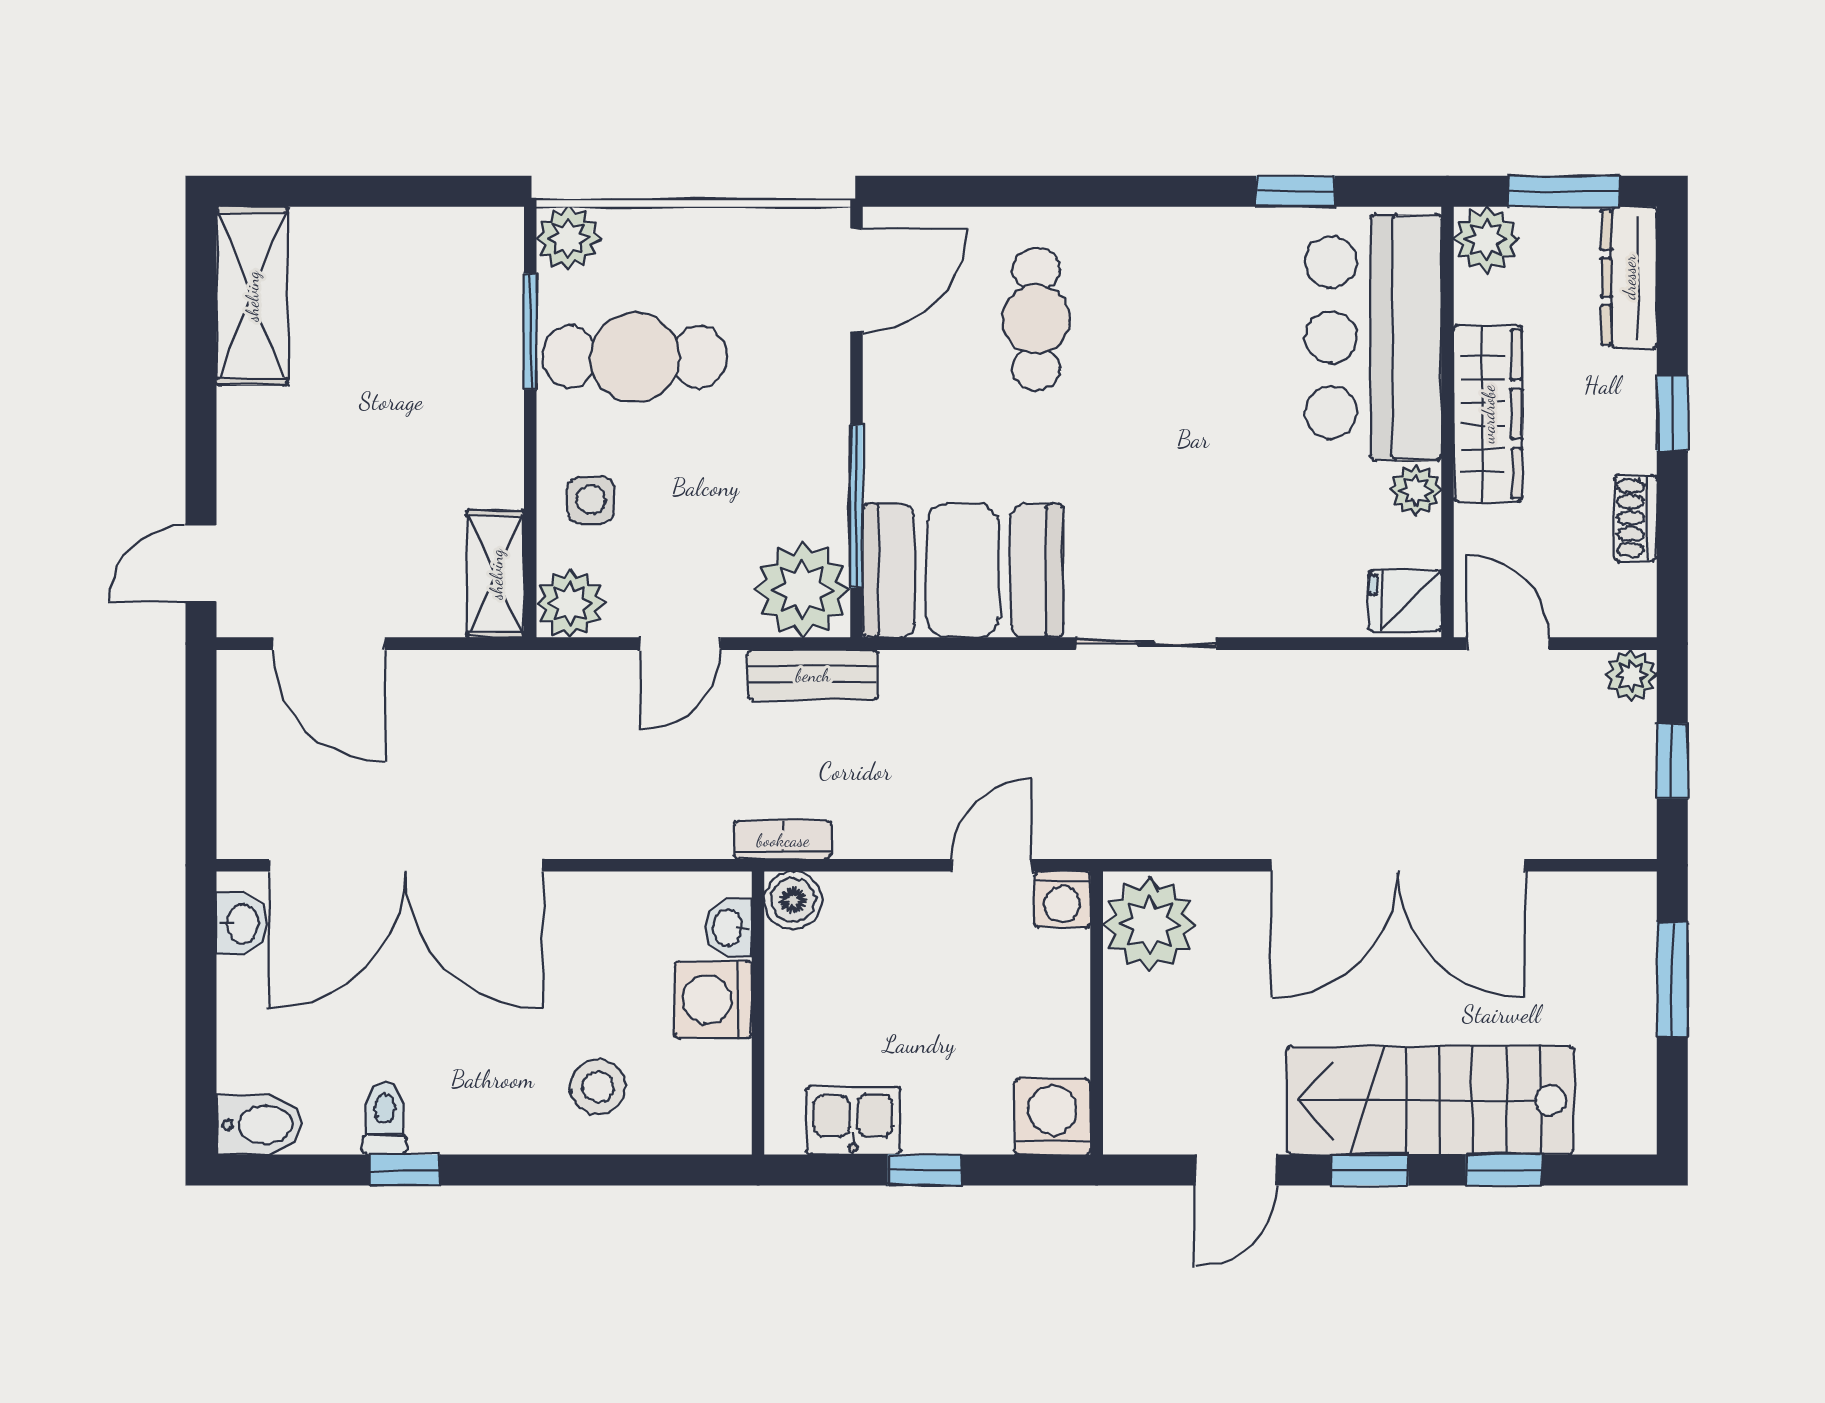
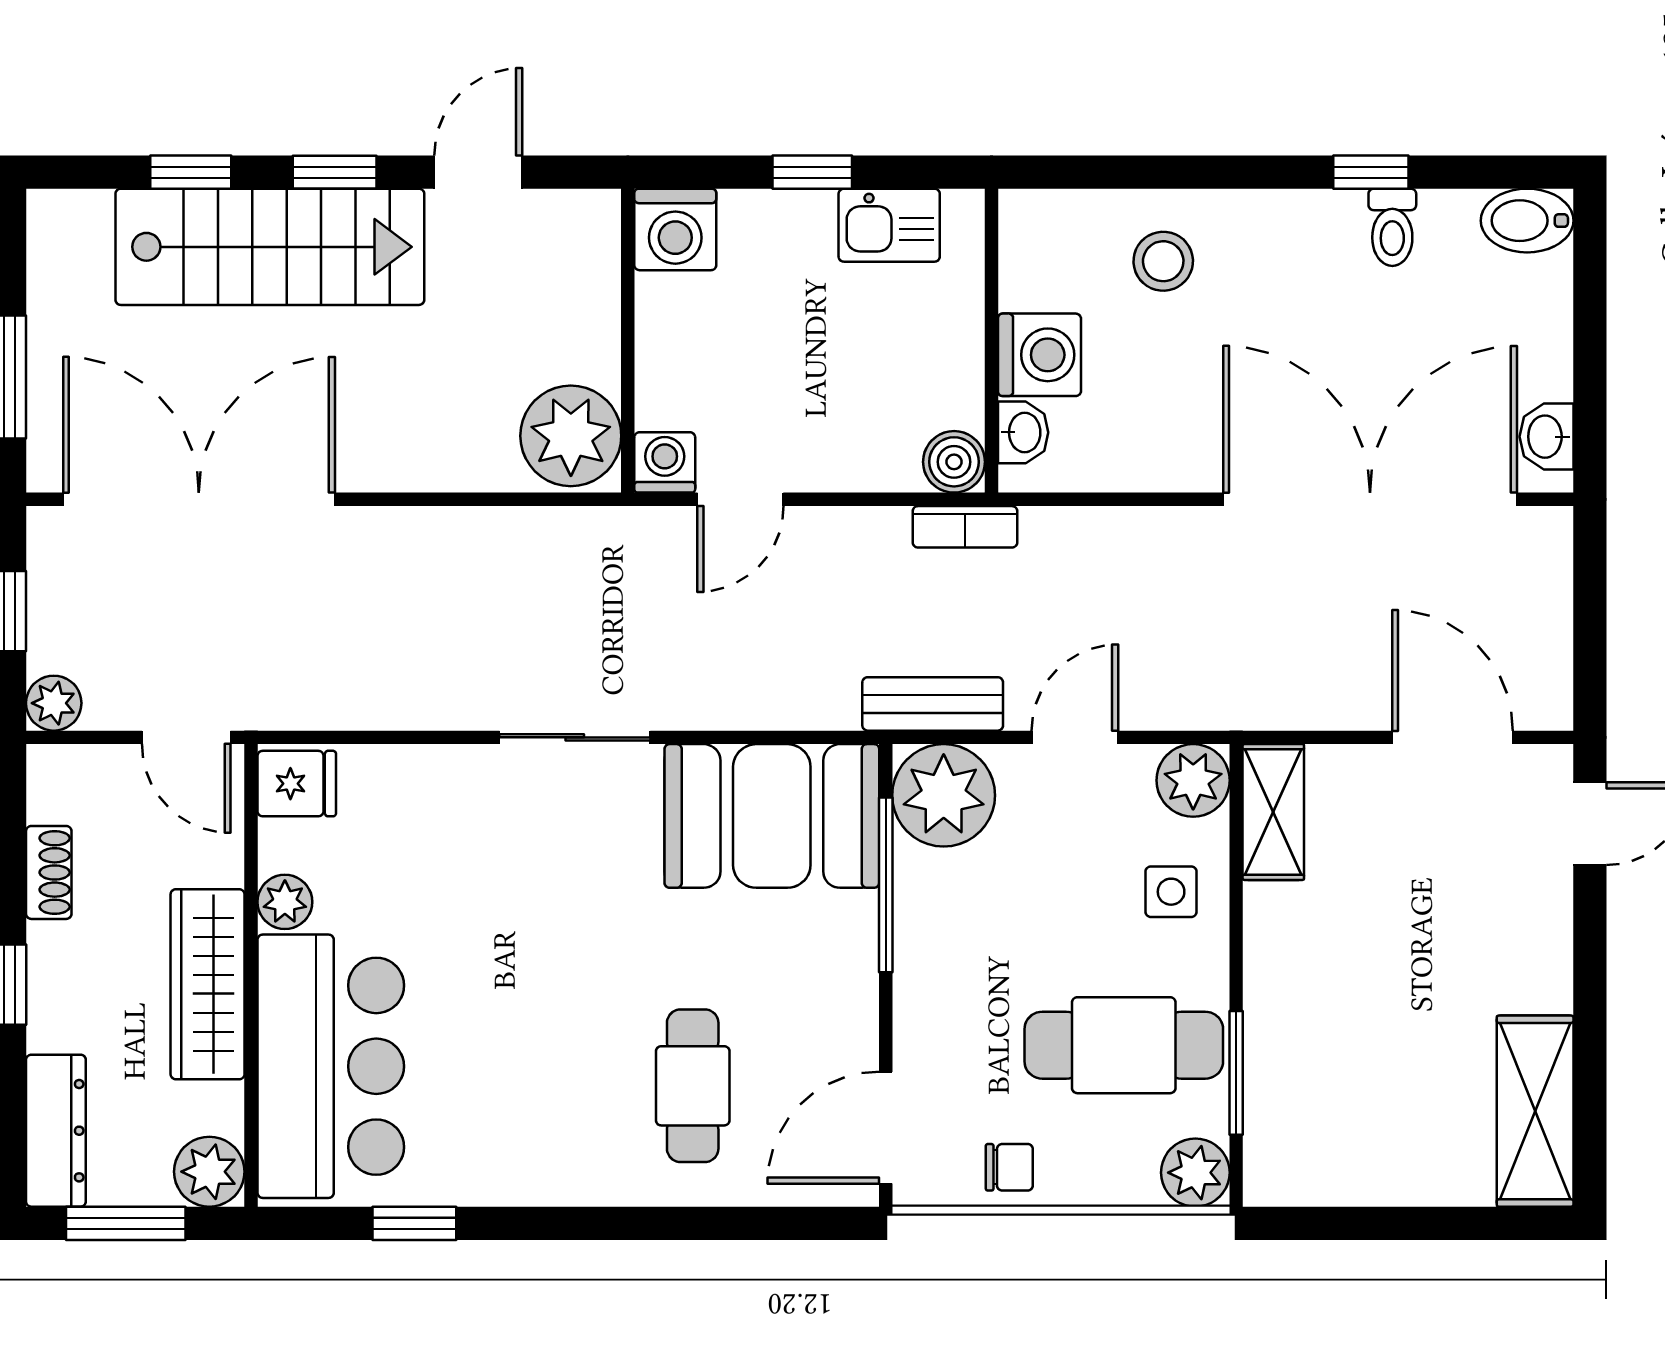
chair: (741, 243) -> (1009, 1167), added
double door: (1398, 865) -> (199, 499), moved

